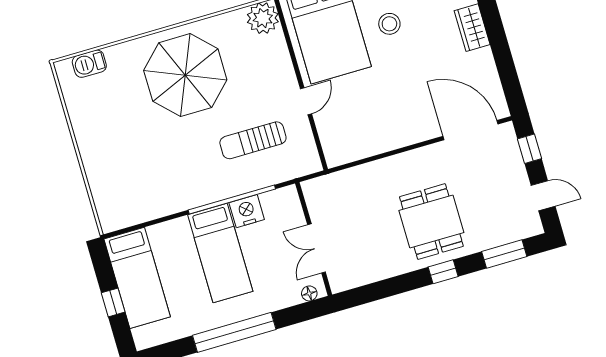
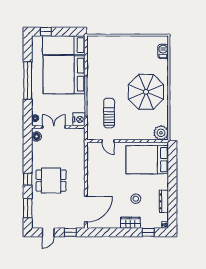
stool: (389, 24) -> (136, 199), moved
door: (306, 101) -> (108, 141), moved
nightstand: (247, 211) -> (79, 119), moved
bed: (220, 253) -> (64, 75), width x2.04
floor lamp: (347, 279) -> (36, 136), added
window: (113, 302) -> (46, 32), moved

